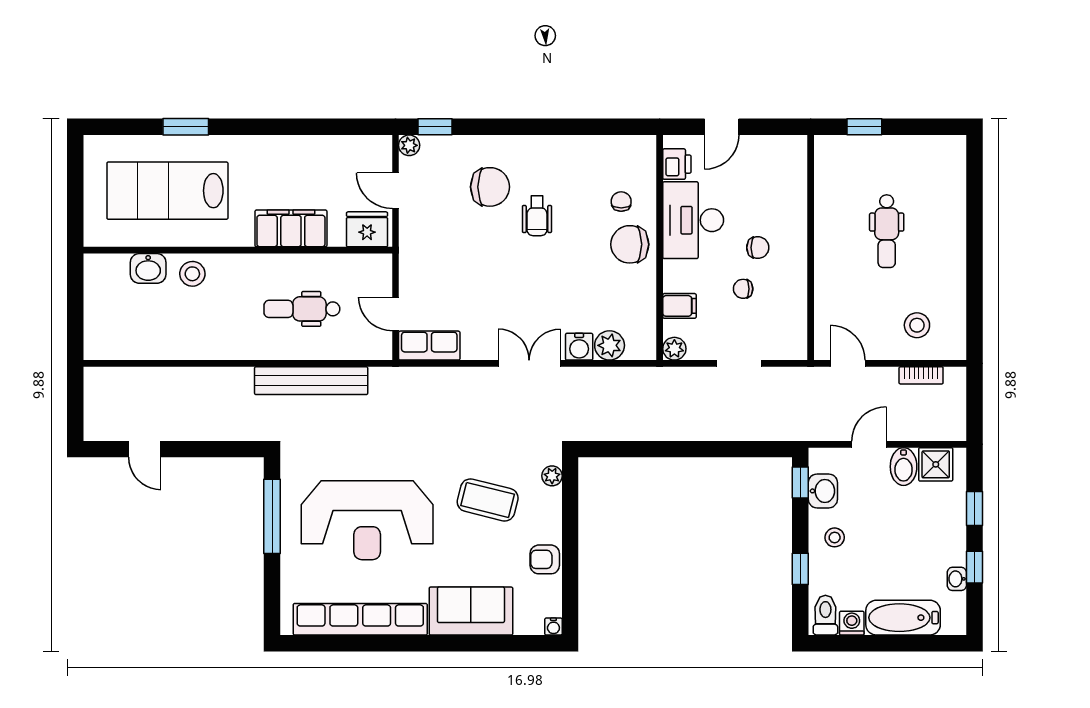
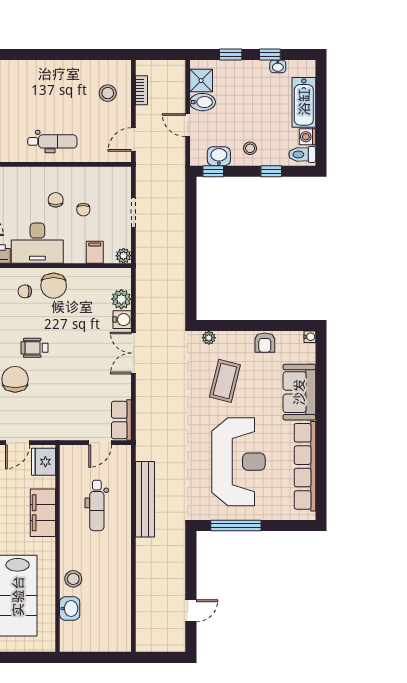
wheelchair: (537, 216) -> (34, 348), turned 180
dental chair: (887, 231) -> (52, 141), moved

